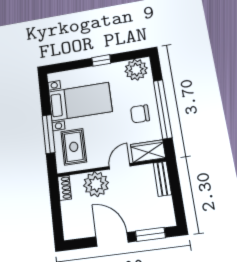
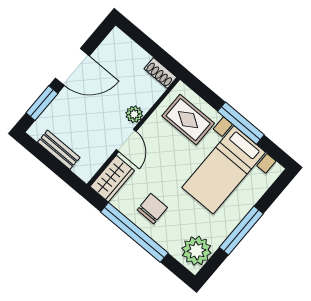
window: (101, 60) -> (241, 231), width x2.17
window: (49, 134) -> (241, 123), moved
bench: (162, 179) -> (59, 150), moved
plant: (96, 184) -> (134, 114), width x0.53, depth x0.53

